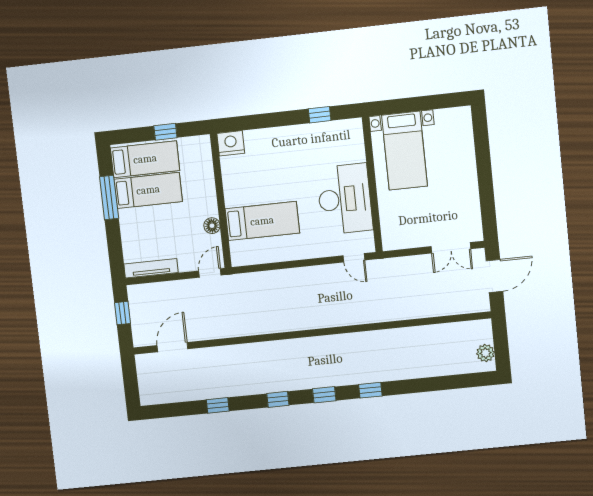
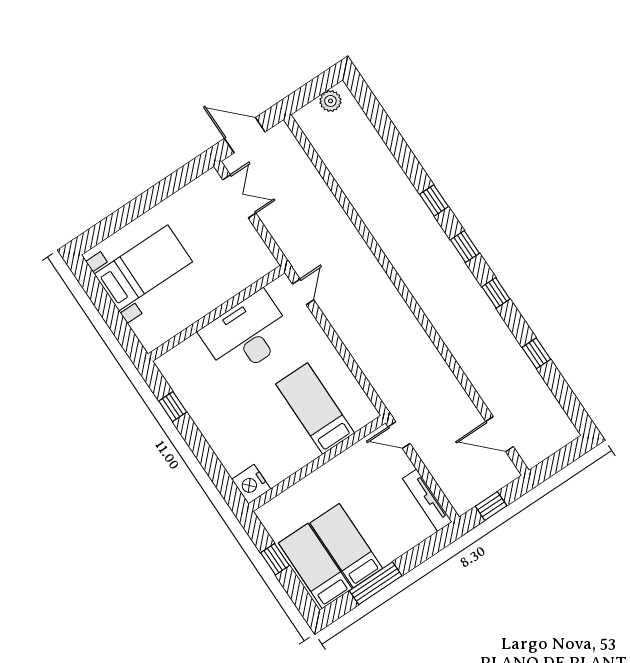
bed with nightstands: (404, 151) -> (143, 268), moved
floor lamp: (212, 226) -> (348, 459), removed

